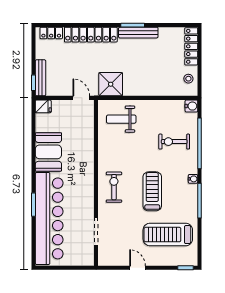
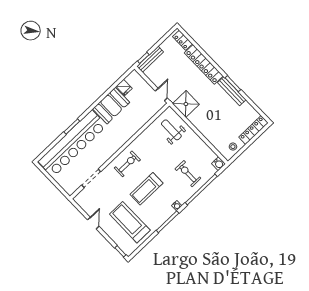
fridge: (43, 106) -> (124, 87), moved
treadmill: (152, 191) -> (146, 189), turned 180

